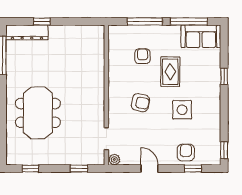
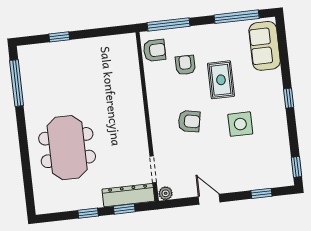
window: (145, 21) -> (168, 24), moved
dresser: (27, 32) -> (128, 195), moved, turned 180
sofa: (201, 36) -> (265, 46), moved, turned 90
window: (224, 76) -> (289, 98), moved
armchair: (186, 153) -> (154, 50), moved, turned 90
window: (30, 169) -> (88, 213), moved

